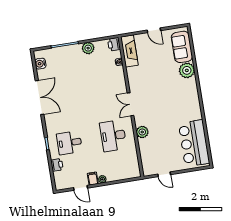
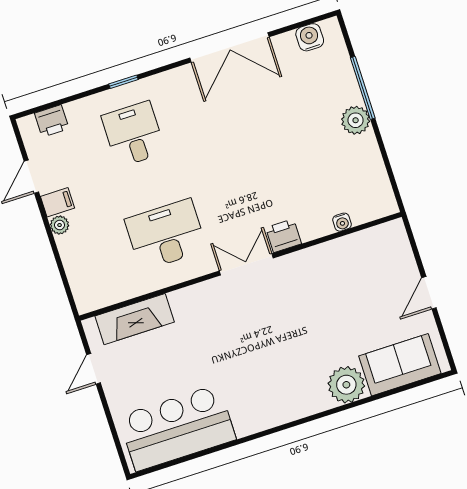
printer: (114, 44) -> (284, 236), moved
plant: (88, 48) -> (356, 120), moved
fireplace: (129, 51) -> (135, 319), moved
plant: (142, 132) -> (185, 302), removed
printer: (57, 165) -> (52, 121), moved

